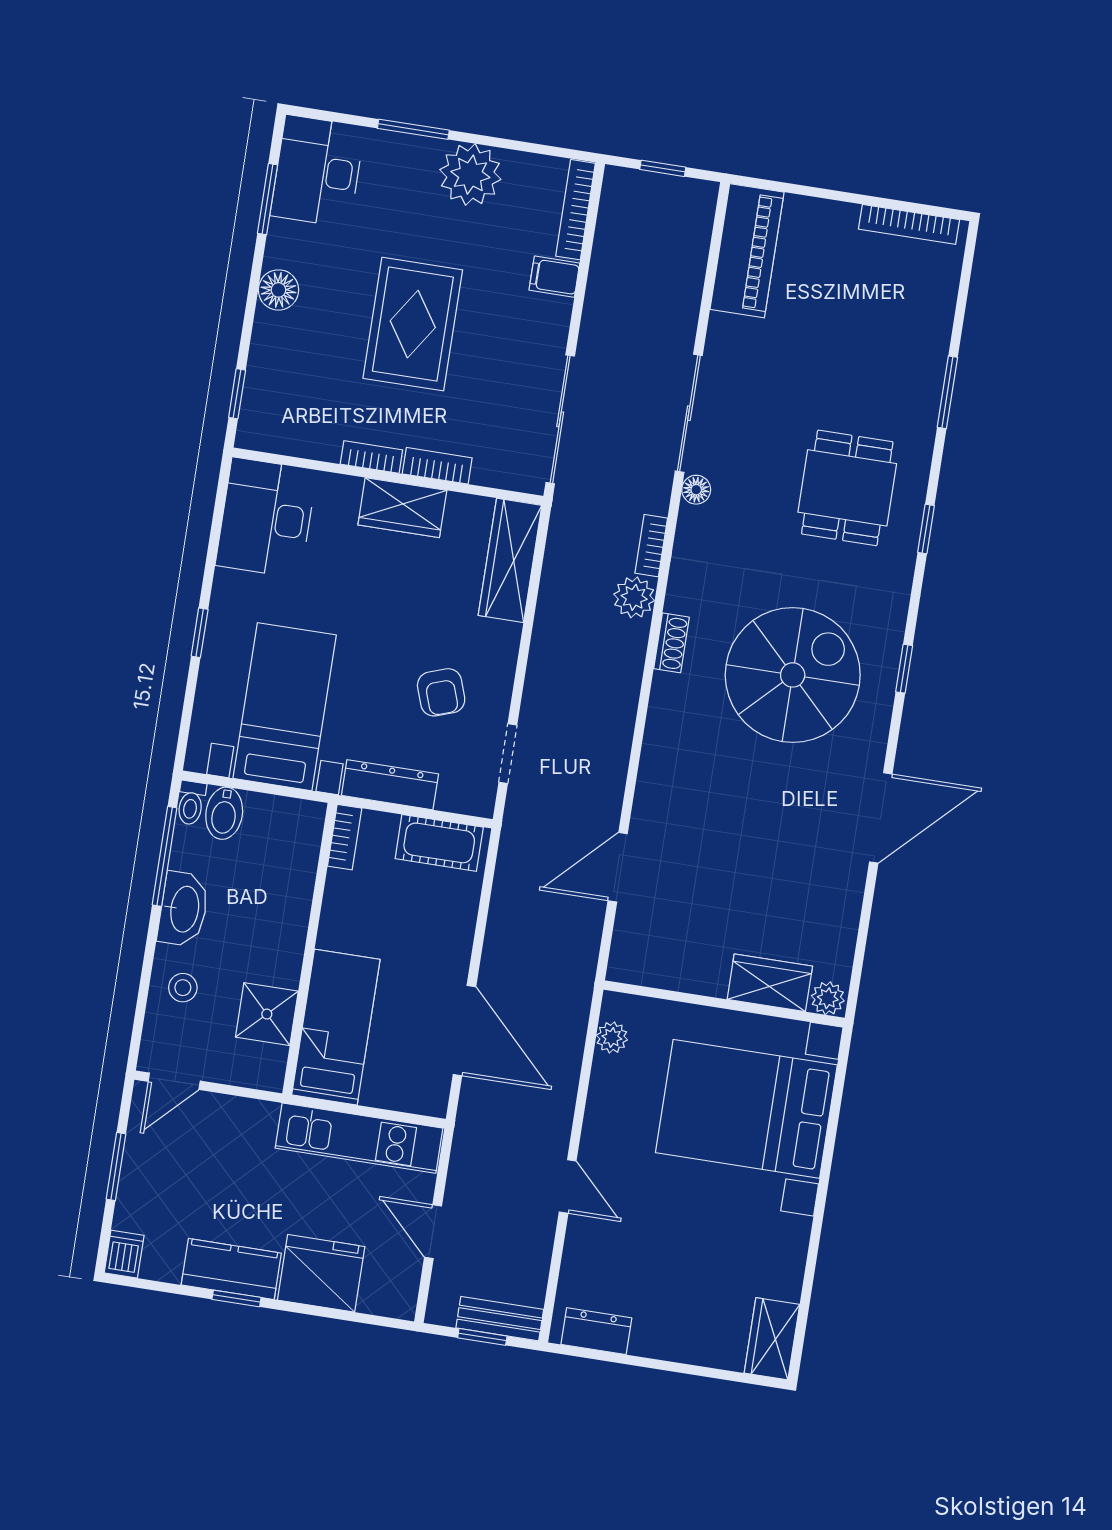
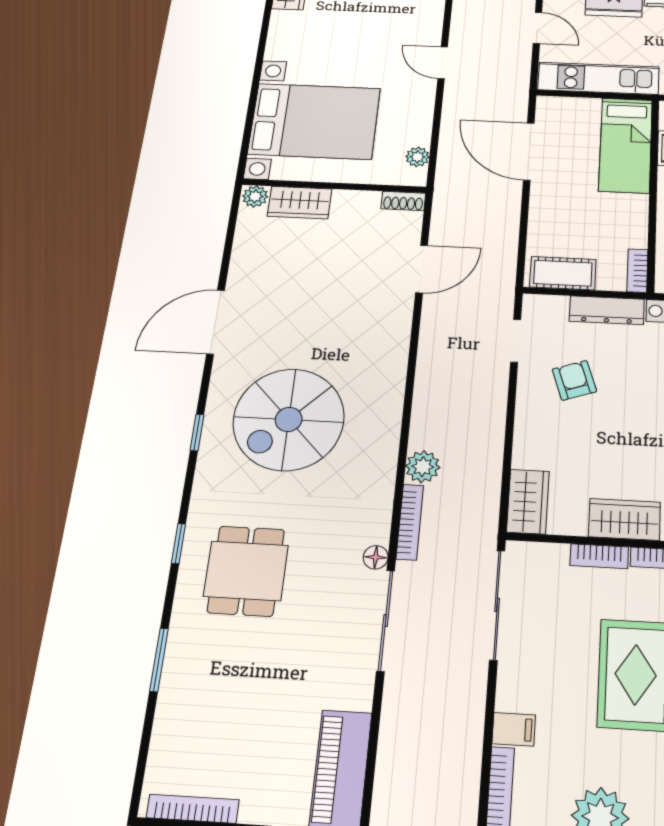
bookcase: (651, 546) -> (410, 522), width x1.56
wardrobe: (510, 560) -> (528, 502), width x0.67
shoe rack: (671, 643) -> (403, 201), moved, turned -90

